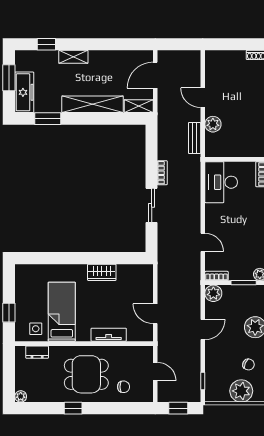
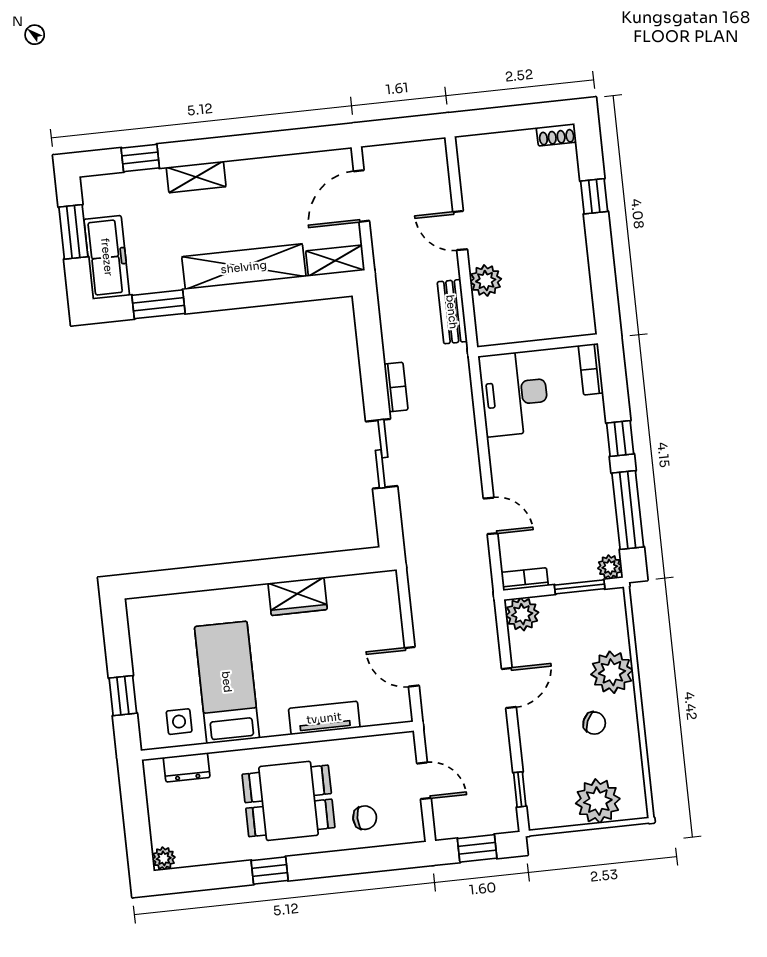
chair: (248, 364) -> (594, 723), moved

